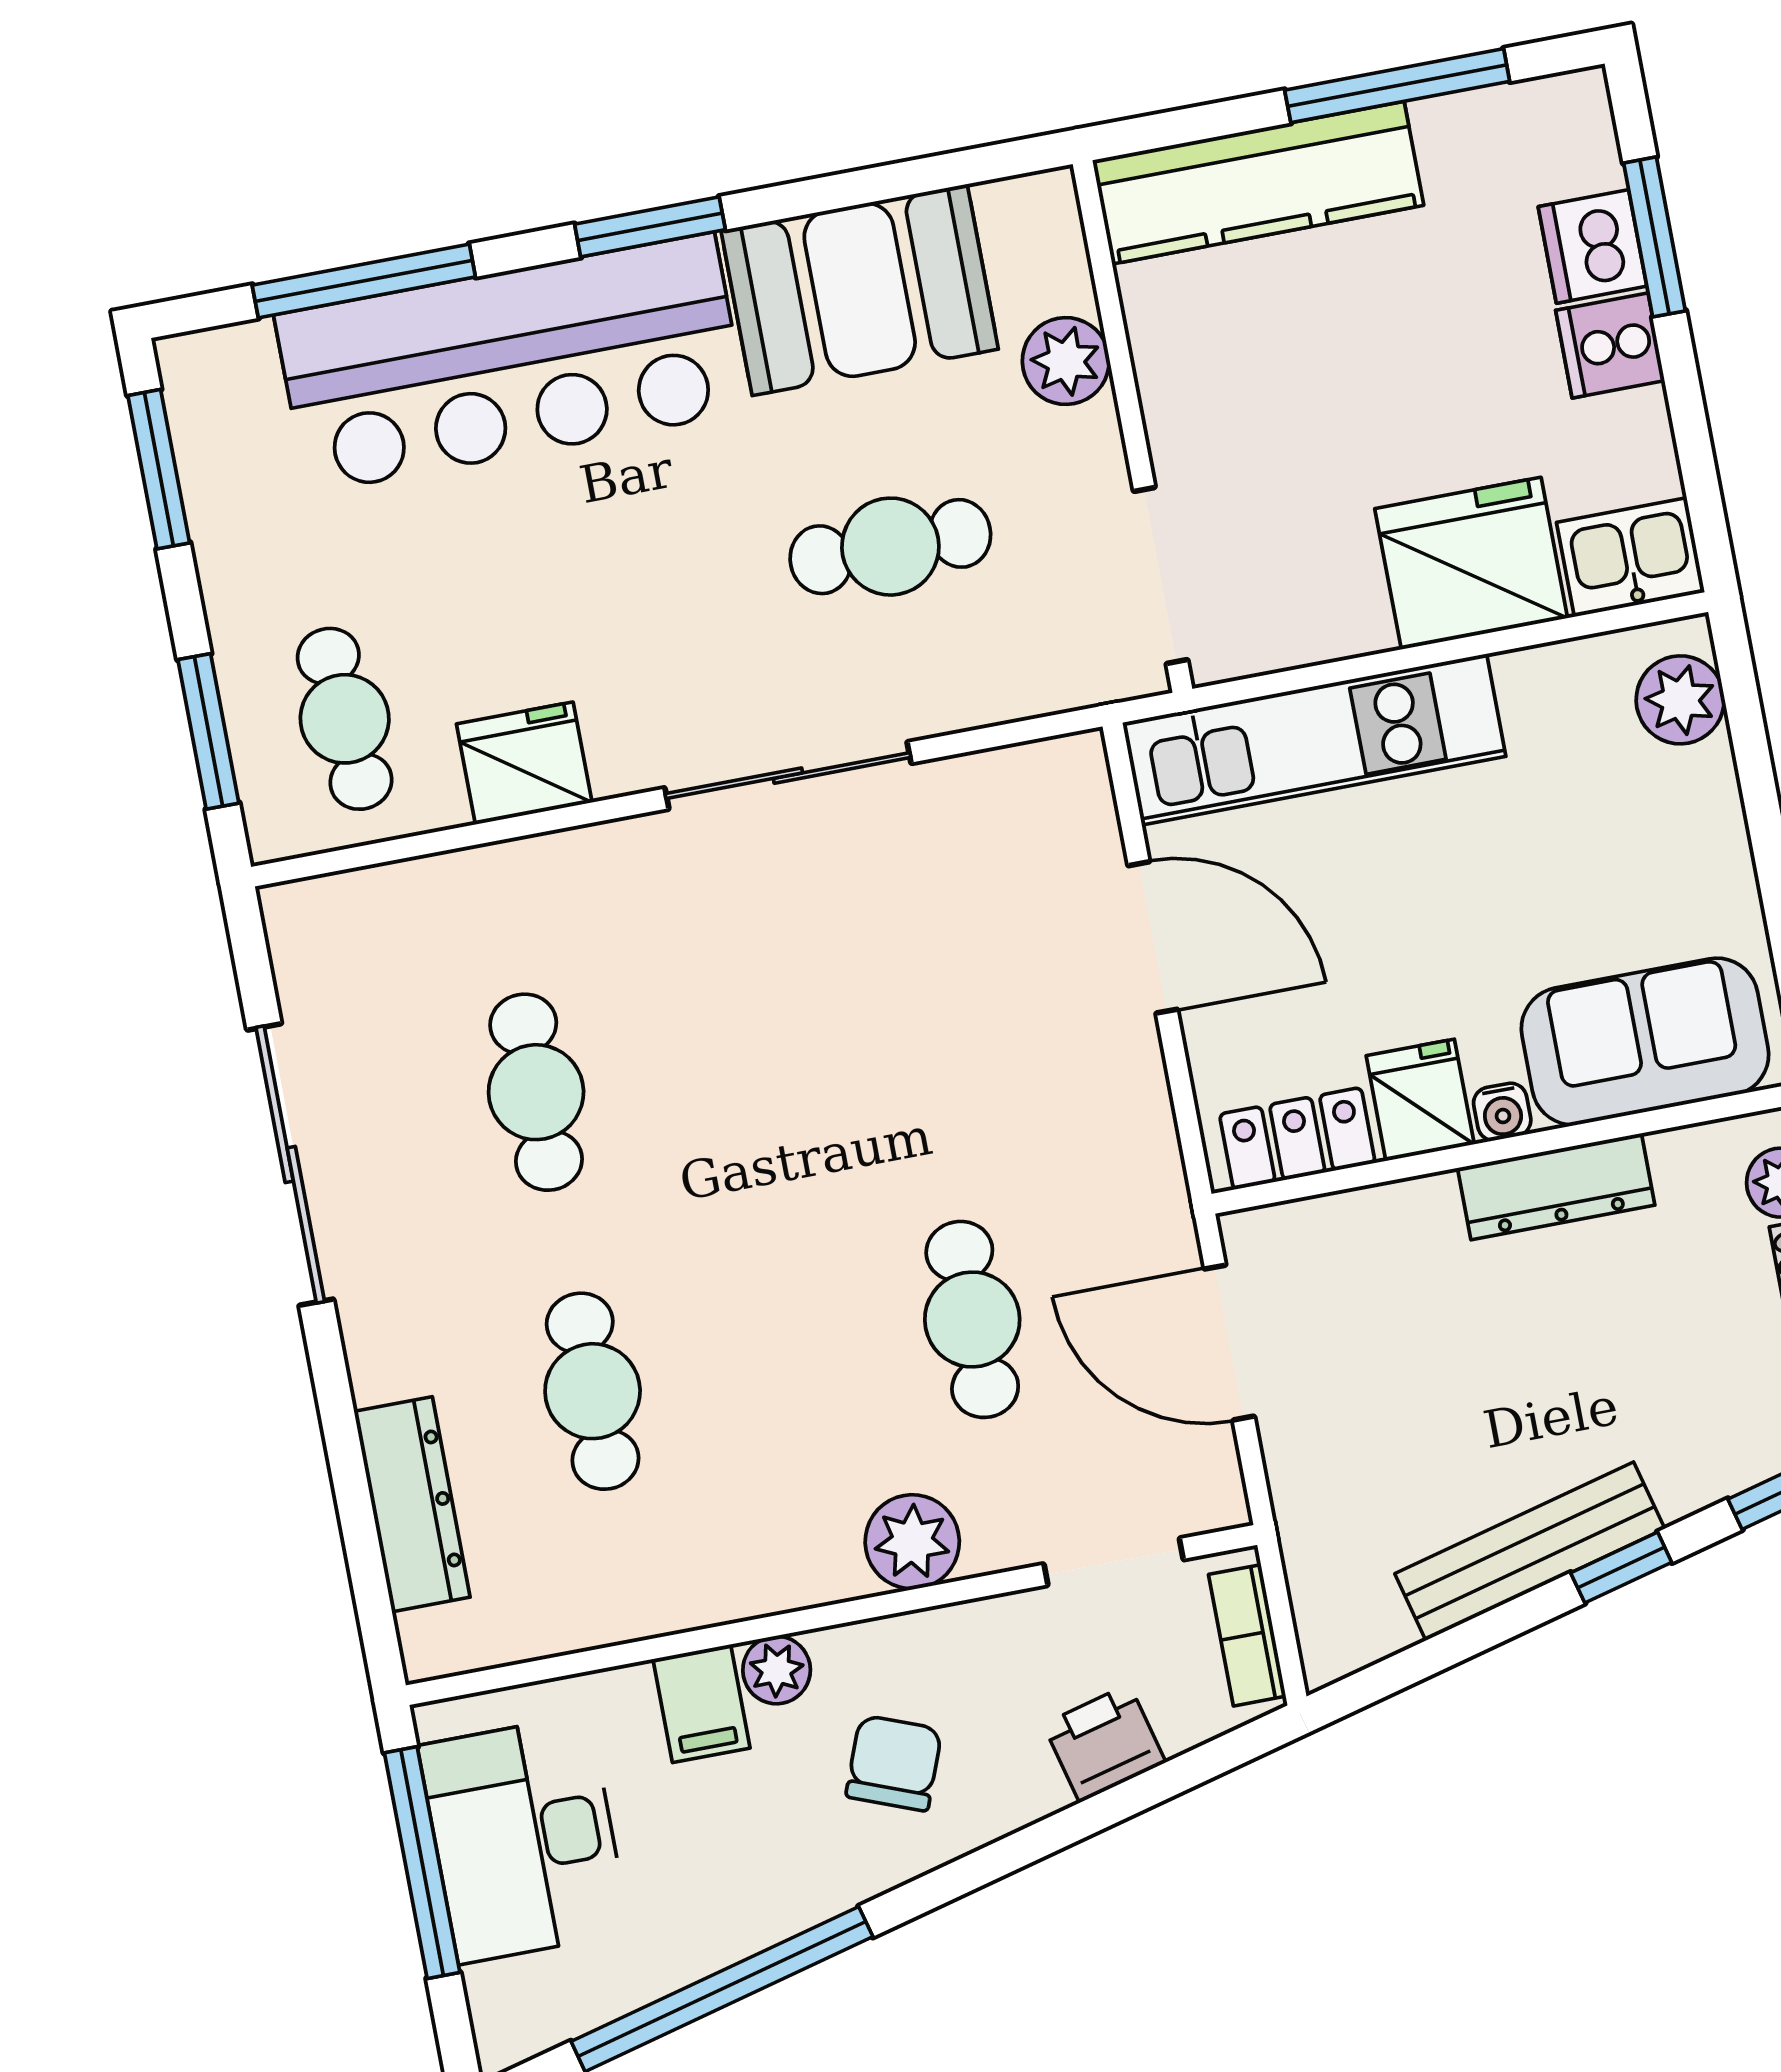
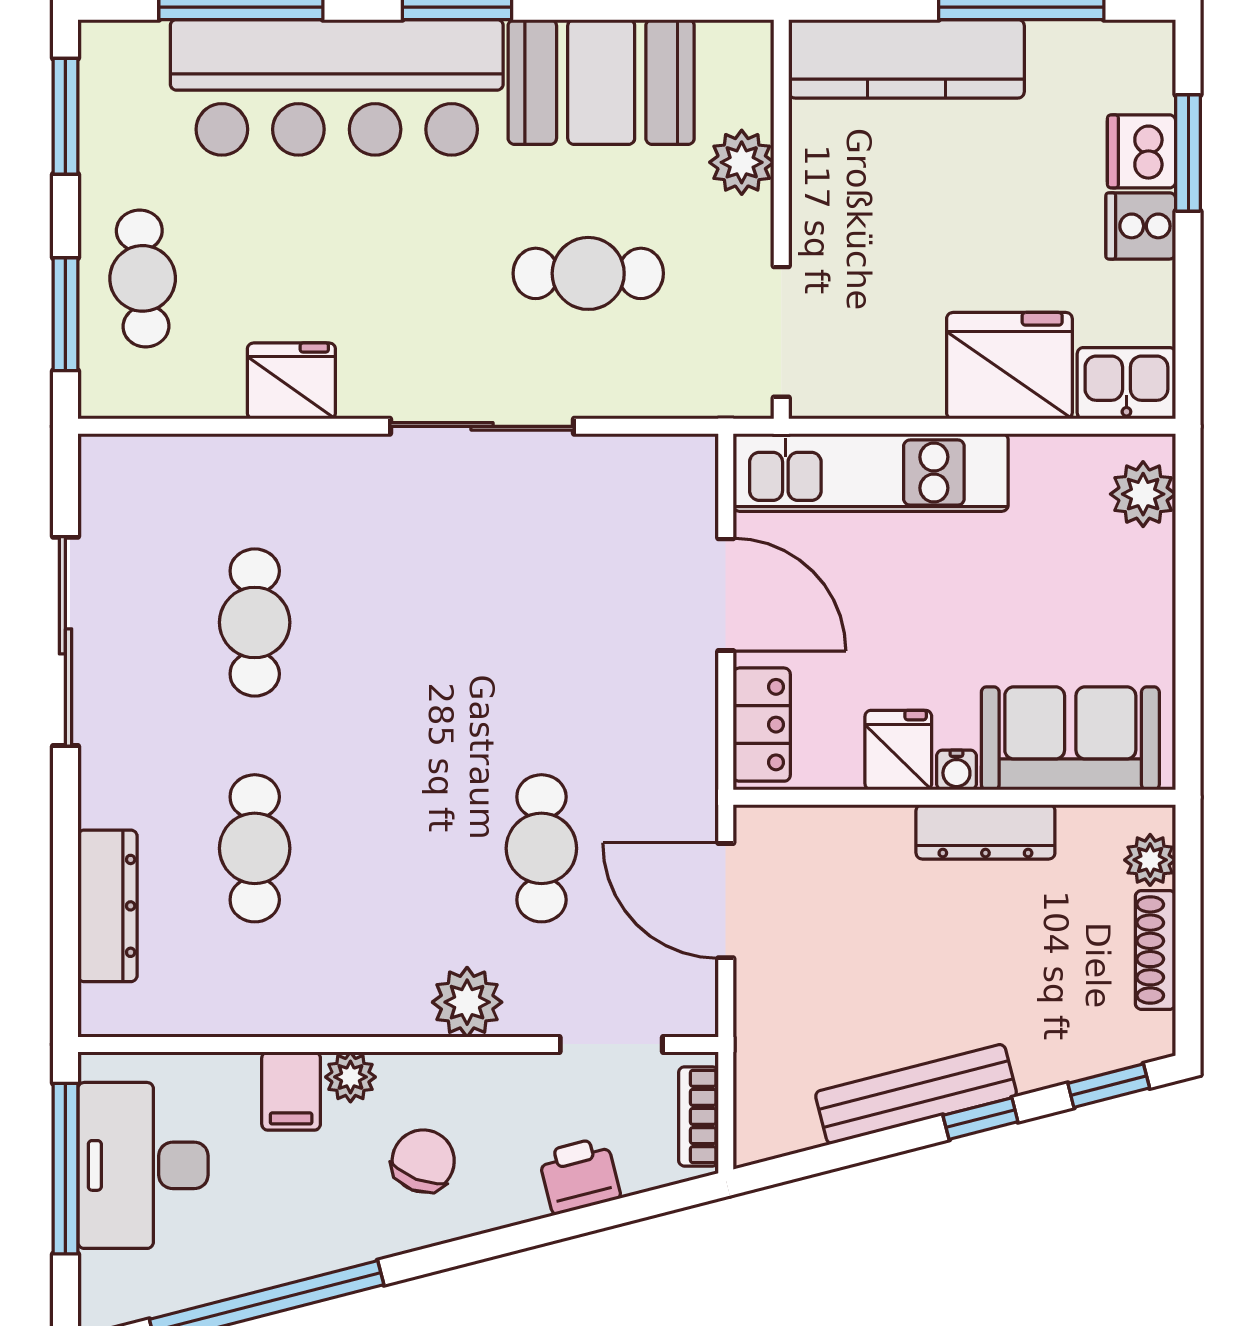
cafe table: (345, 719) -> (143, 278), moved
locker: (1297, 1139) -> (762, 725), moved, turned 90

